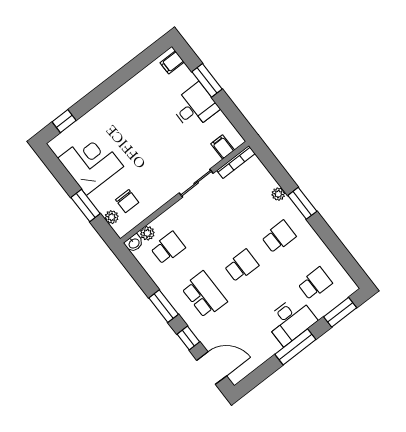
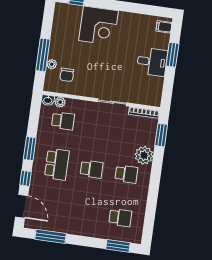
filing cabinet: (223, 147) -> (145, 98), removed
corner desk: (91, 162) -> (99, 26), moved, turned 90
plant: (278, 194) -> (144, 155), width x1.87, depth x1.87
window: (302, 203) -> (161, 135), moved
window: (86, 205) -> (43, 55), width x1.44
plant: (112, 217) -> (52, 64), moved
desk: (291, 320) -> (88, 224), removed
window: (295, 347) -> (50, 236), moved

